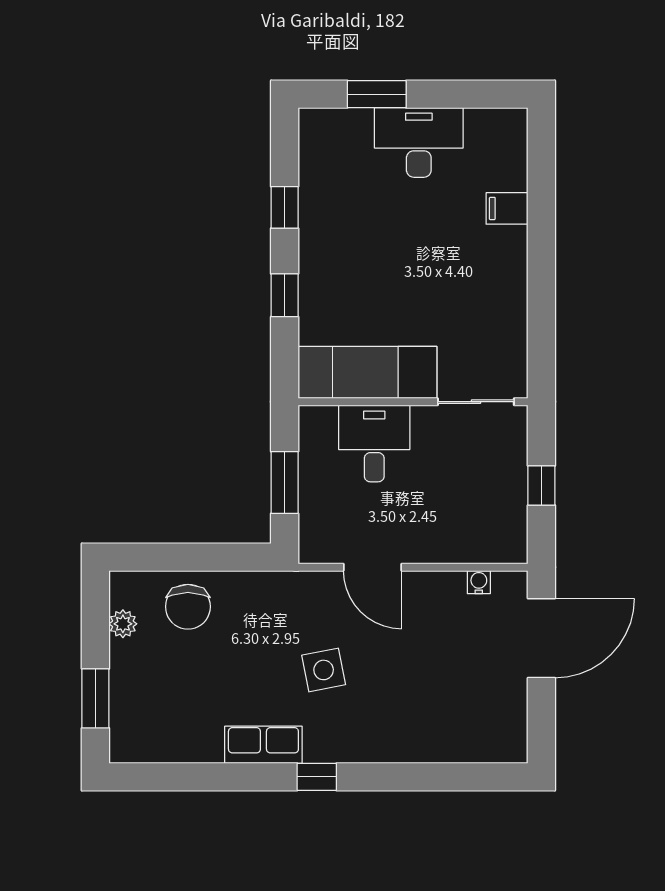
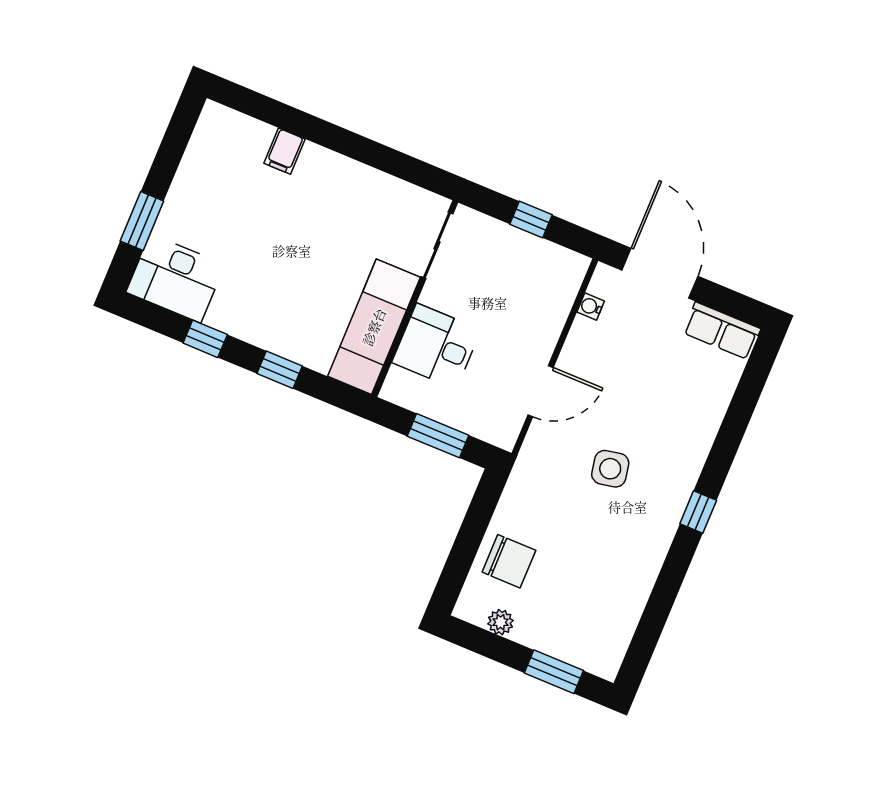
desk: (419, 142) -> (175, 278), moved, turned -90
row of seats: (263, 745) -> (722, 331), moved, turned -90

